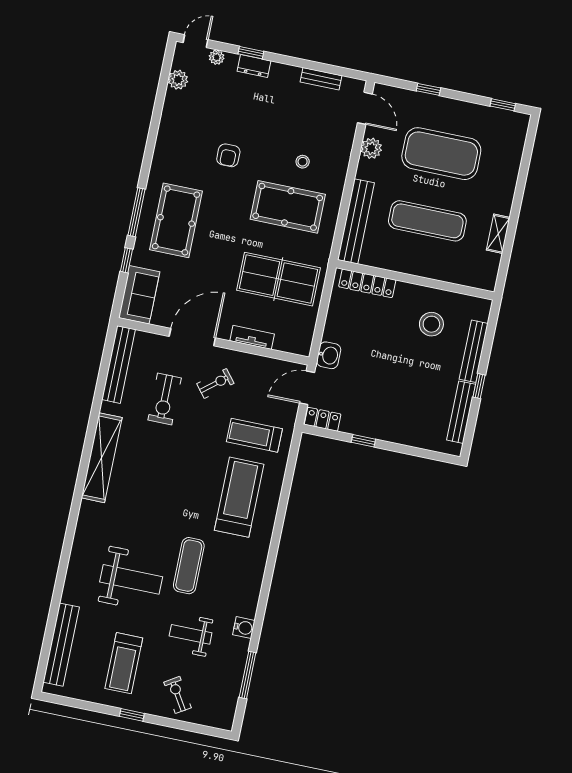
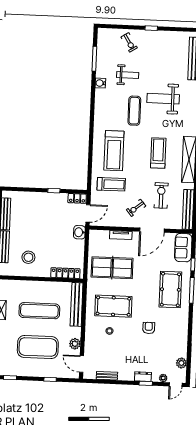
treadmill: (124, 663) -> (158, 153), moved

